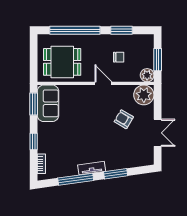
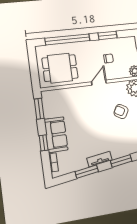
door: (103, 83) -> (99, 83), hinge flipped
sofa: (48, 103) -> (56, 135), moved
window: (76, 179) -> (87, 172), width x0.69

